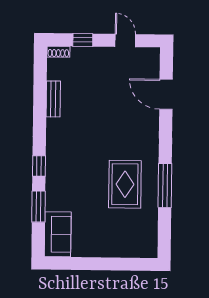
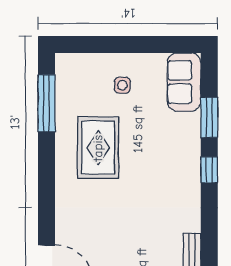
window: (165, 185) -> (46, 103), moved
side table: (106, 232) -> (122, 85), added

